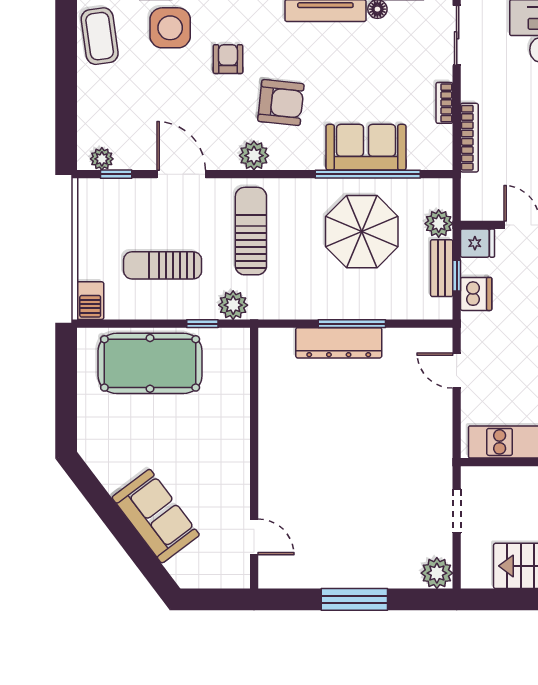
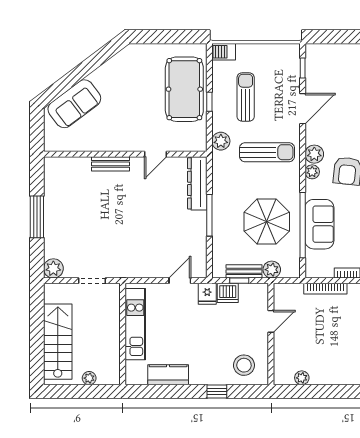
plant: (102, 159) -> (312, 172), moved
fridge: (478, 243) -> (207, 294), moved
window: (202, 324) -> (209, 102), moved
dresser: (339, 343) -> (197, 183), moved
bench: (270, 482) -> (111, 164), added
sofa: (156, 516) -> (74, 104), moved
door: (254, 537) -> (155, 154), moved

